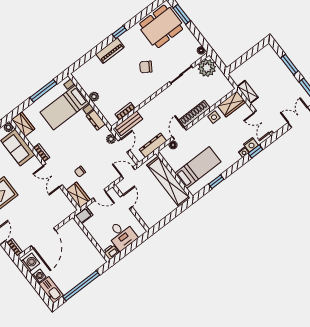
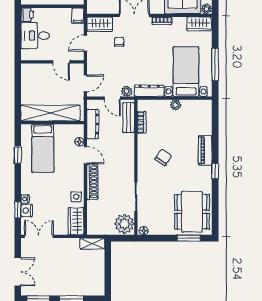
chair: (146, 67) -> (163, 157), moved
shelving: (248, 92) -> (92, 244), moved
dresser: (96, 120) -> (149, 91), width x1.44

